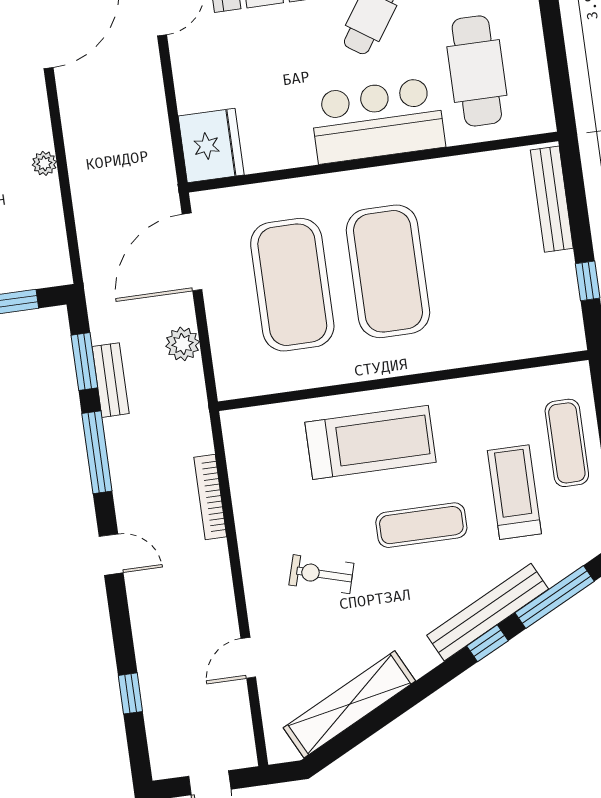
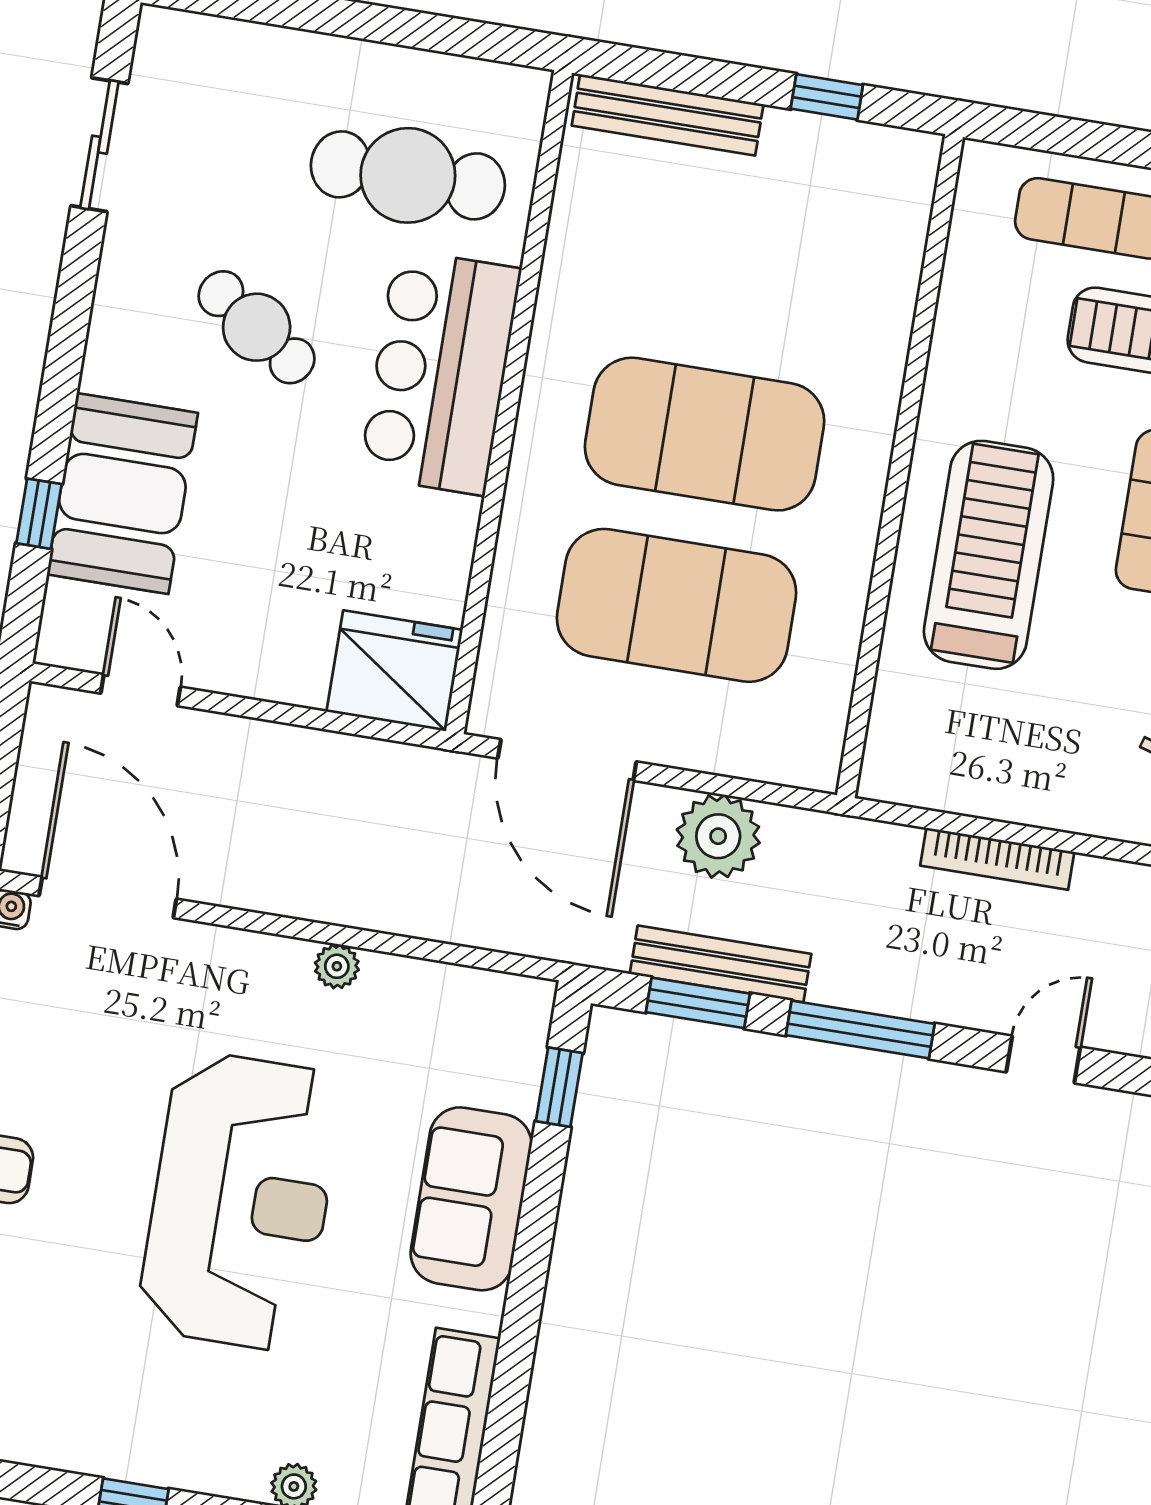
plant: (183, 344) -> (718, 836), width x1.36, depth x1.36
bench: (111, 380) -> (721, 964), width x1.36

